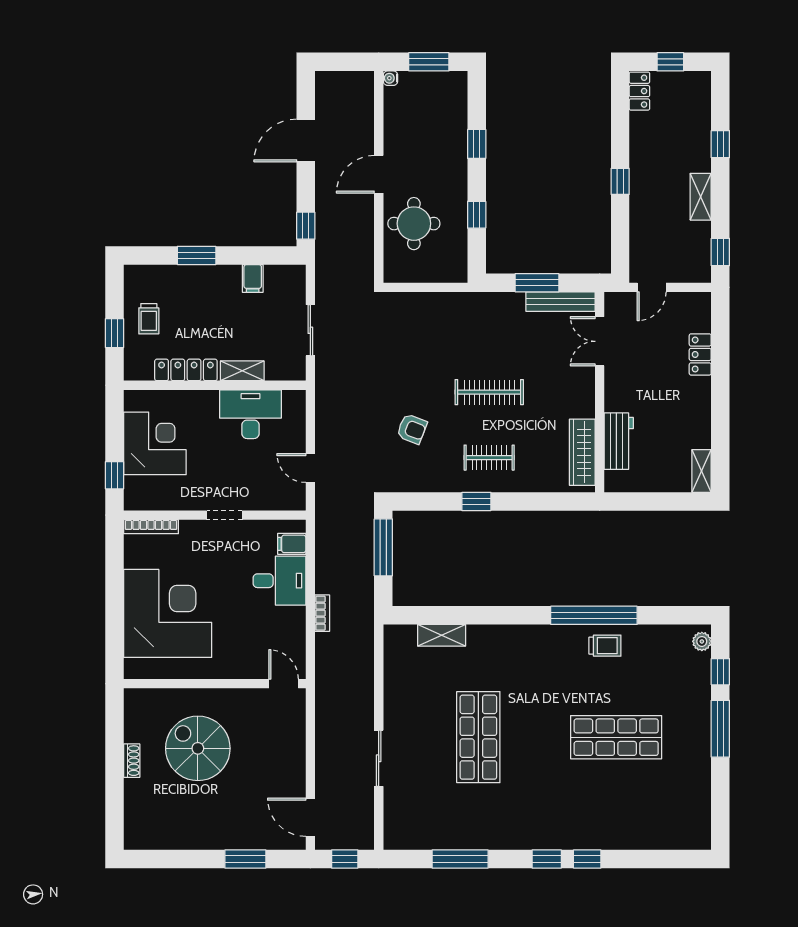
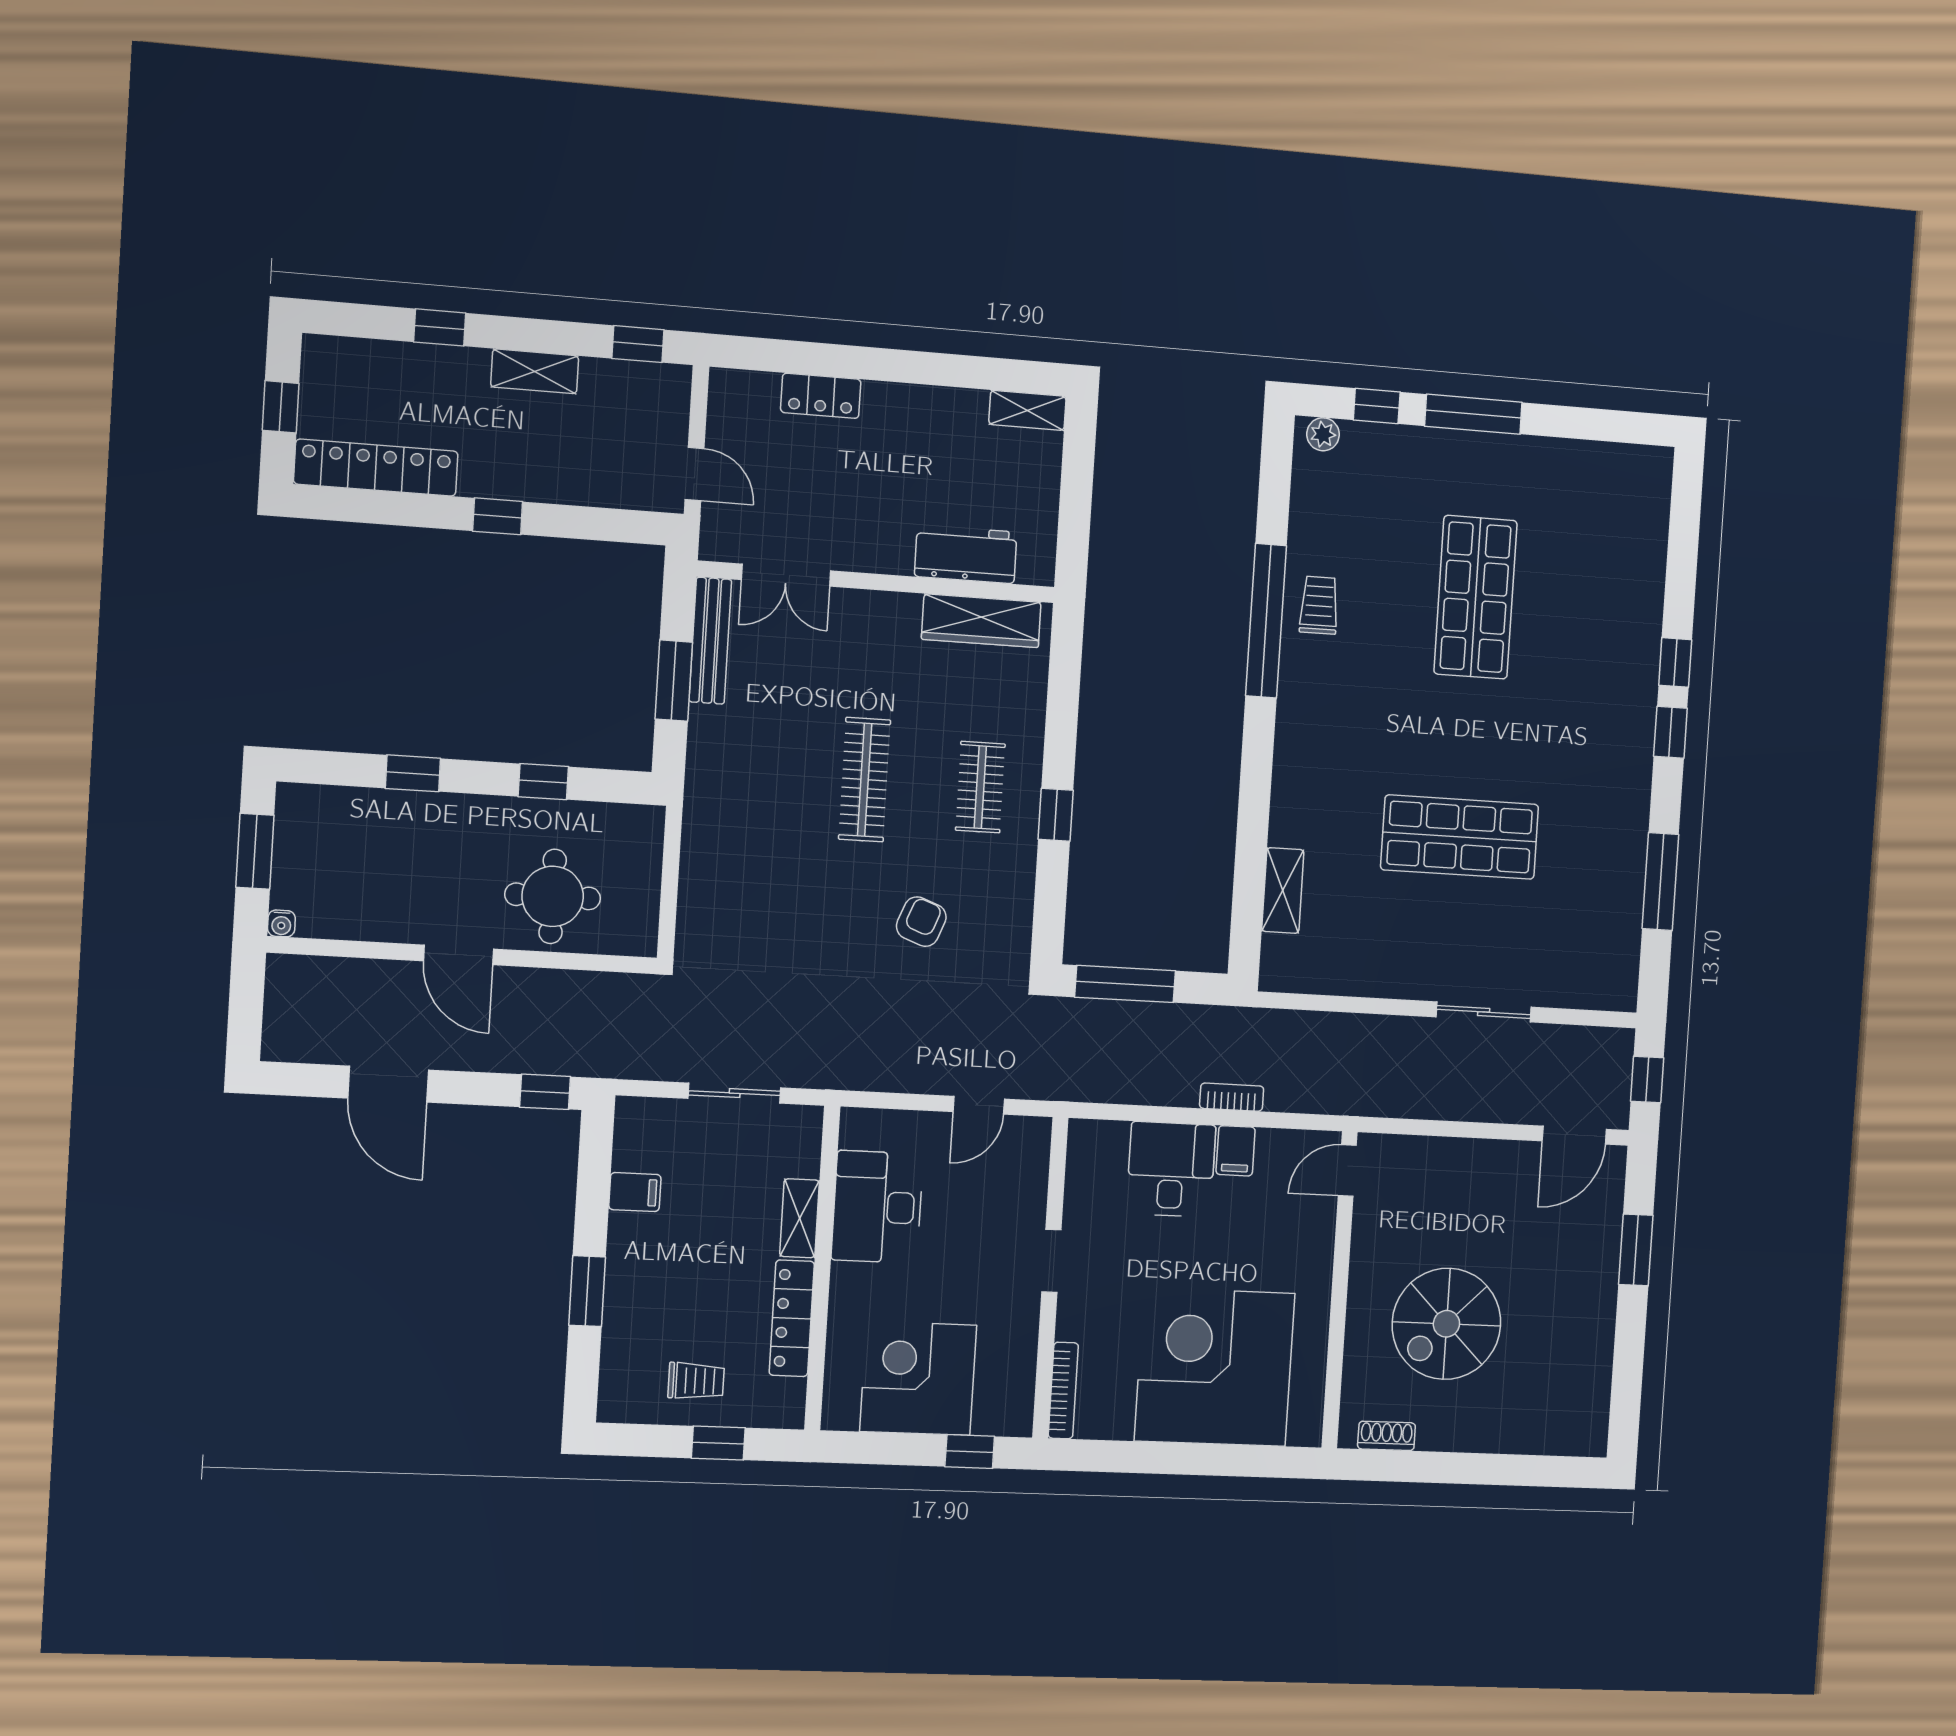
locker: (639, 91) -> (376, 468), width x2.16, depth x1.21
filing cabinet: (292, 544) -> (1236, 1151), moved
shoe rack: (132, 761) -> (1386, 1436), moved

